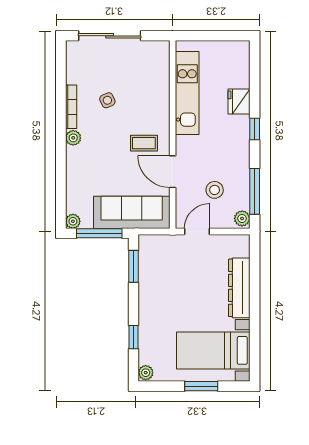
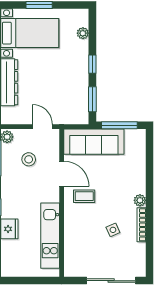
plant: (73, 221) -> (140, 135), removed
door: (197, 231) -> (42, 127), swing flipped
window: (134, 337) -> (92, 64), moved
plant: (146, 373) -> (83, 33), moved

